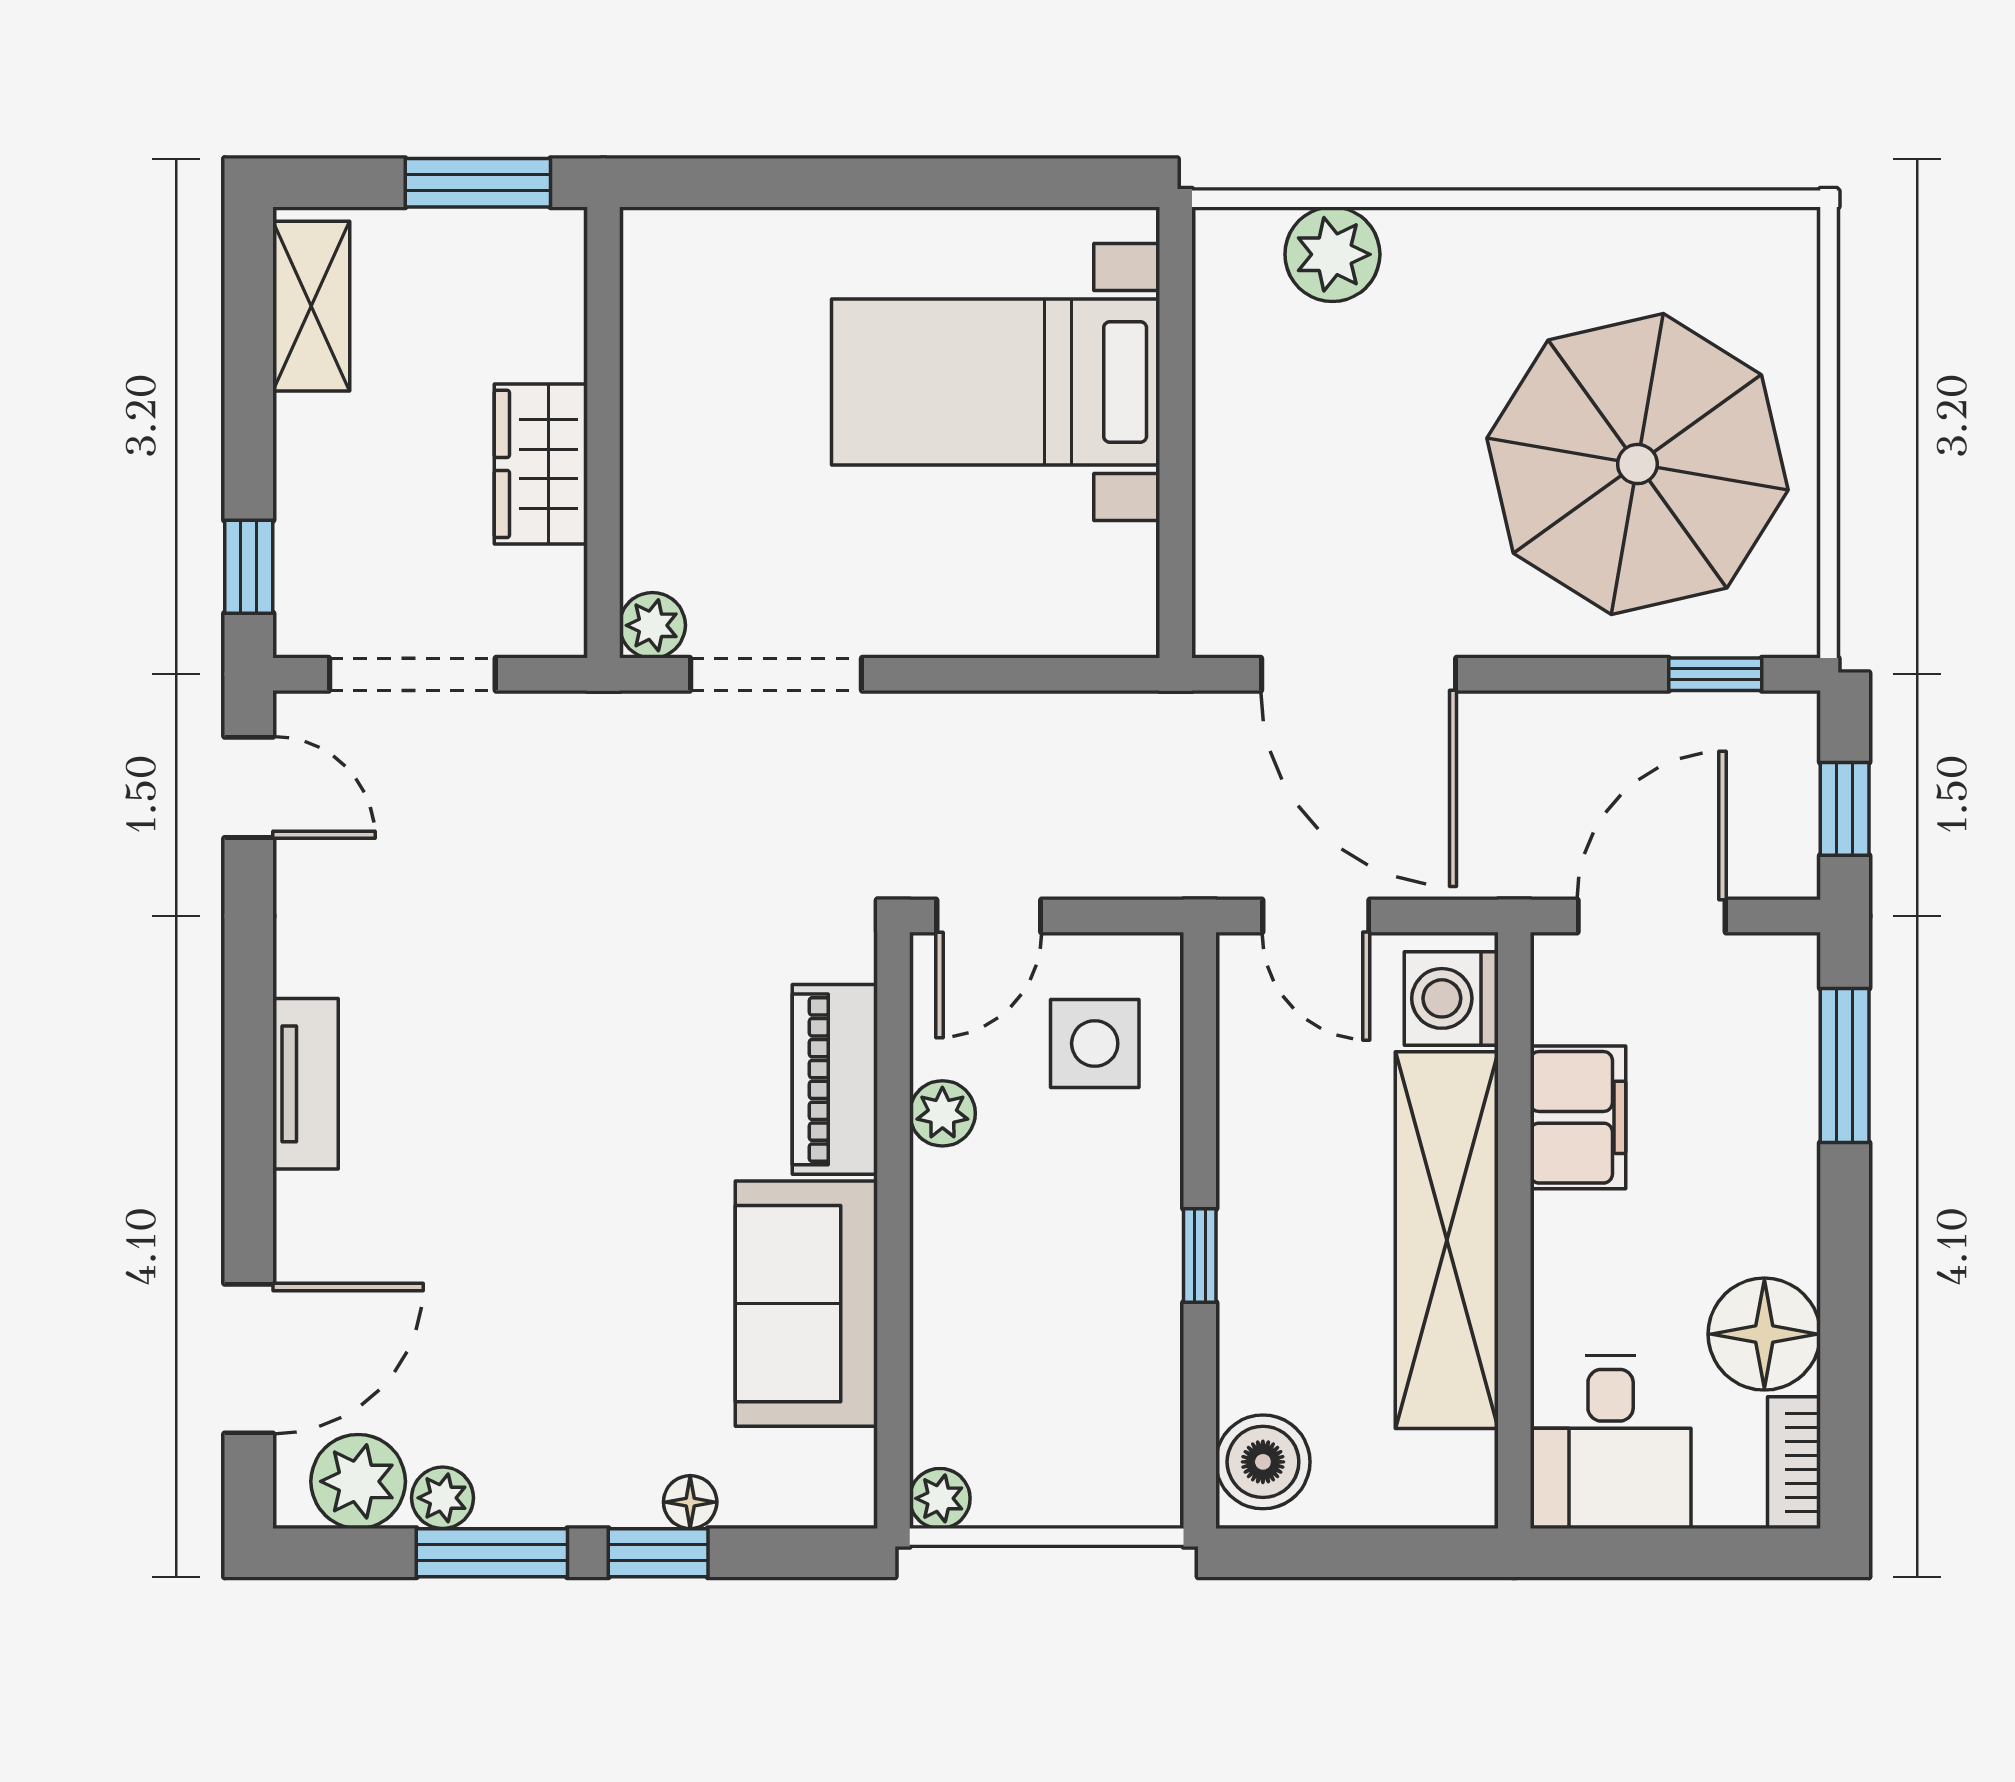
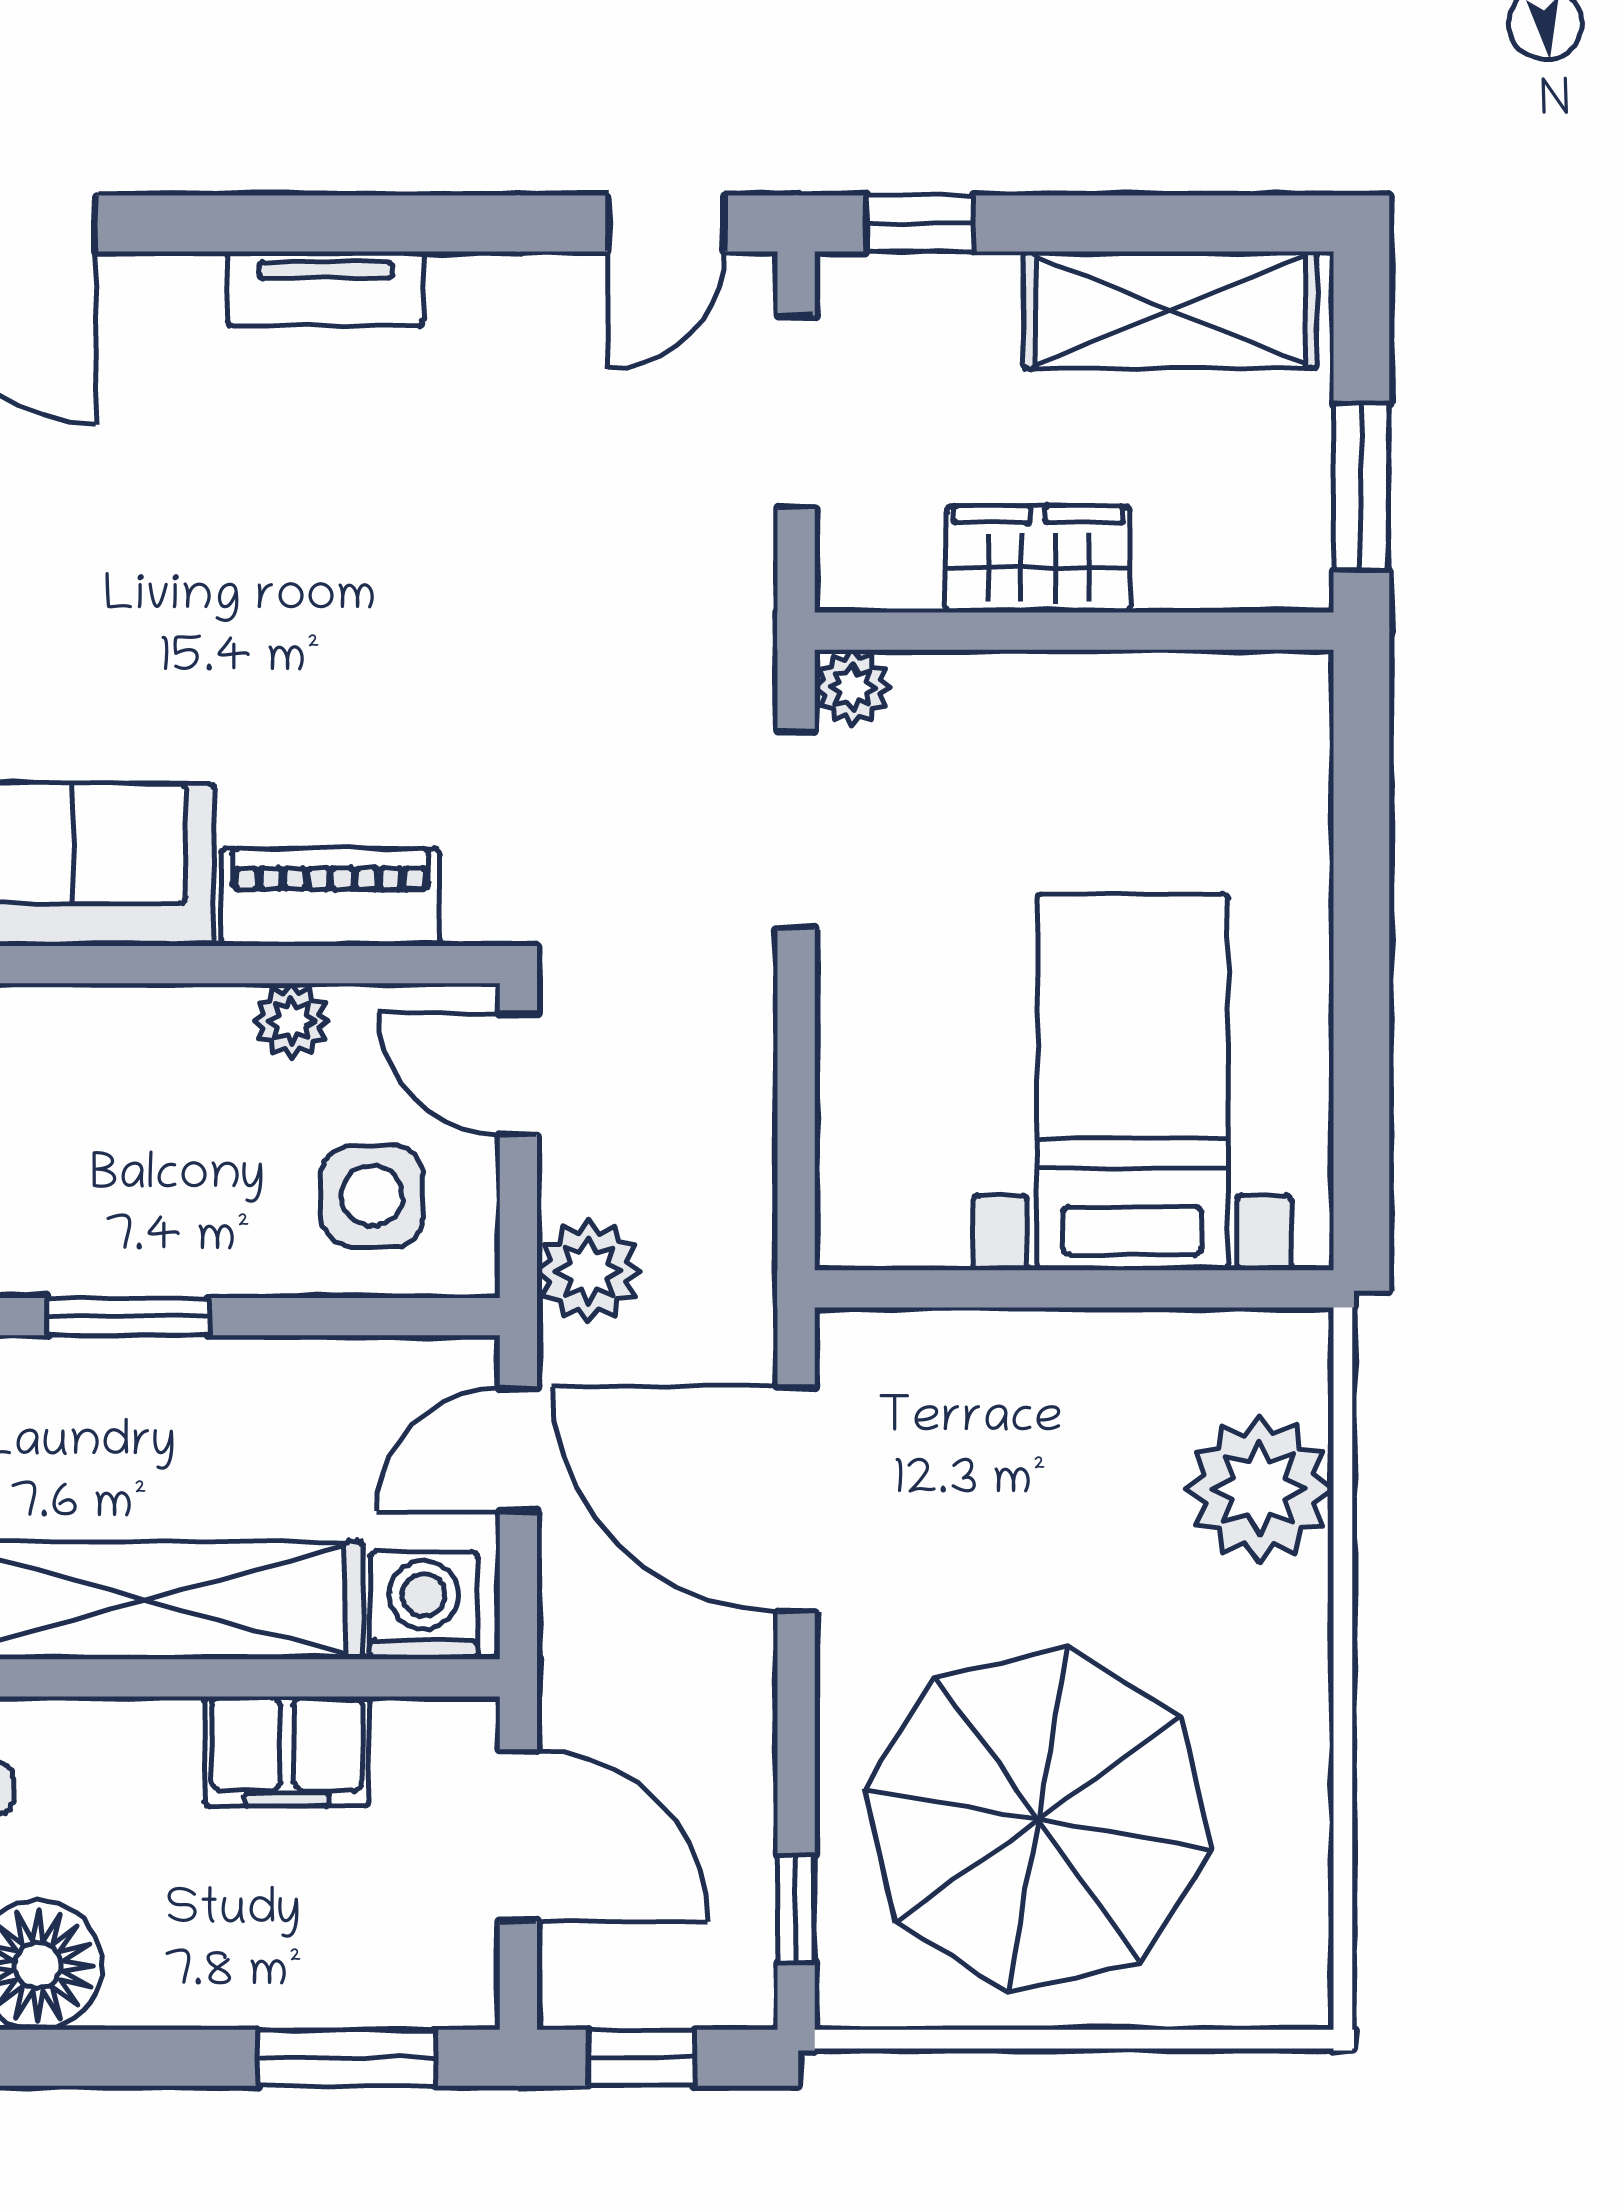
plant: (1332, 254) -> (1259, 1489), width x1.36, depth x1.36
shelving: (311, 306) -> (1170, 310), width x1.50, depth x1.33
door: (1359, 674) -> (796, 1499), hinge flipped
plant: (1160, 855) -> (589, 1271), added
window: (1200, 1256) -> (128, 1317), width x1.50

